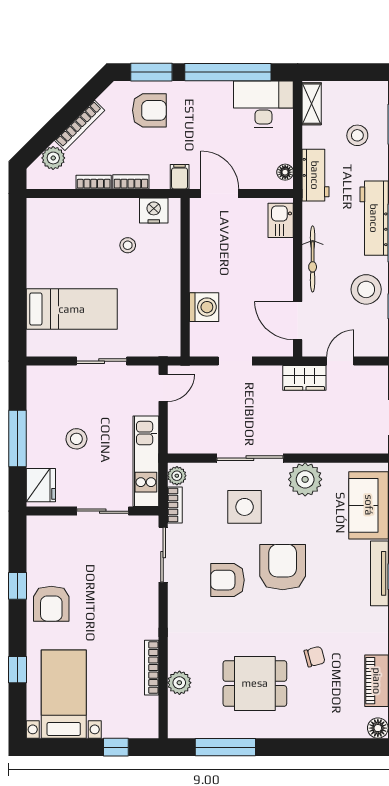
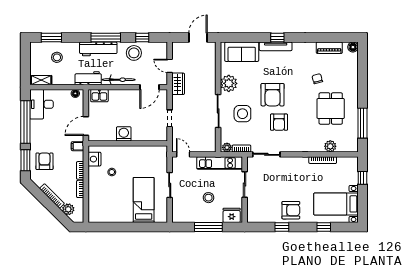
workbench: (315, 175) -> (88, 78), moved
washing machine: (204, 307) -> (124, 134), moved
armchair: (283, 567) -> (273, 95), turned -90

